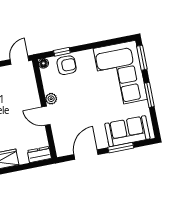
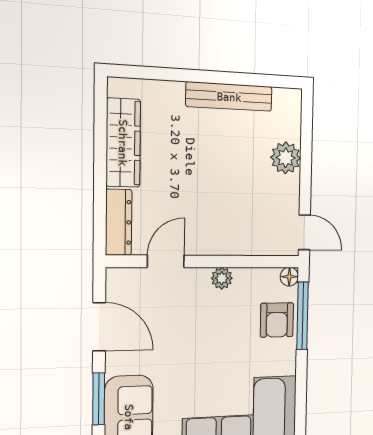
window: (62, 52) -> (303, 316), width x2.17
door: (46, 116) -> (166, 261), moved
dresser: (39, 154) -> (119, 222), width x1.44

